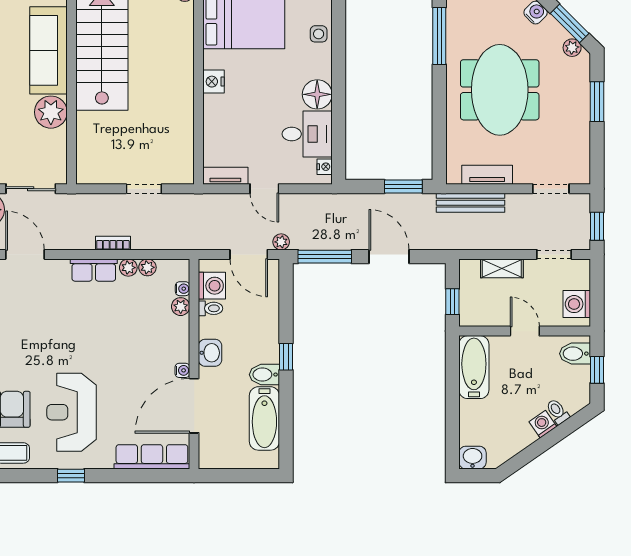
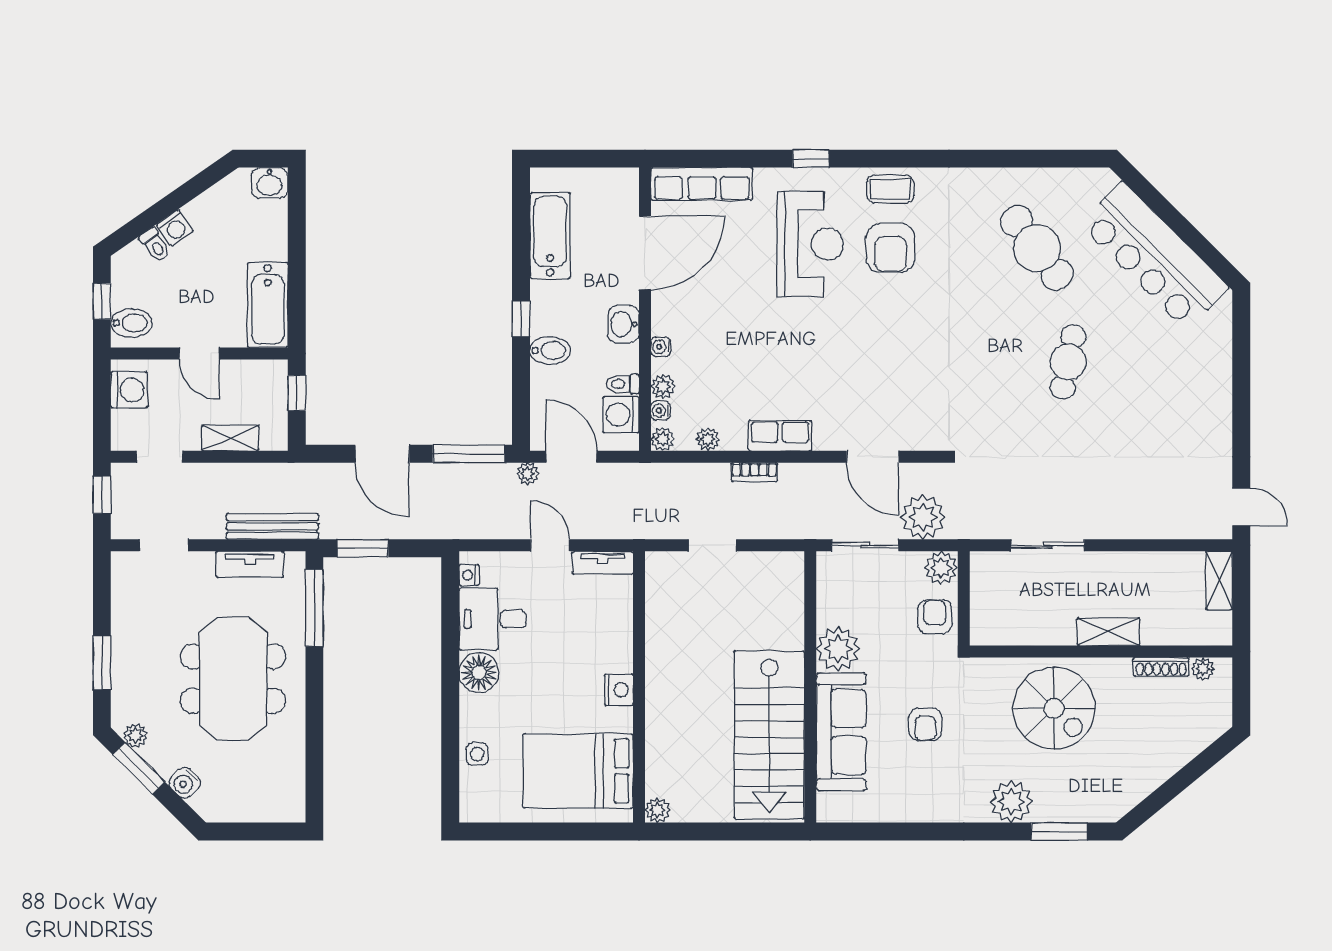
window: (439, 36) -> (314, 608), moved
plant: (128, 268) -> (663, 439), moved
water cooler: (182, 370) -> (661, 347), moved
bidet: (264, 375) -> (550, 351), moved

